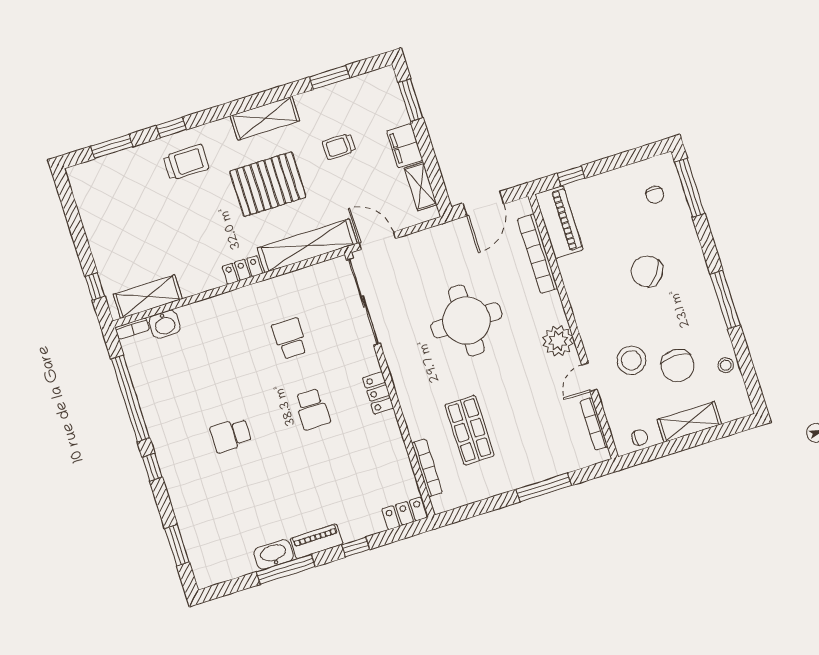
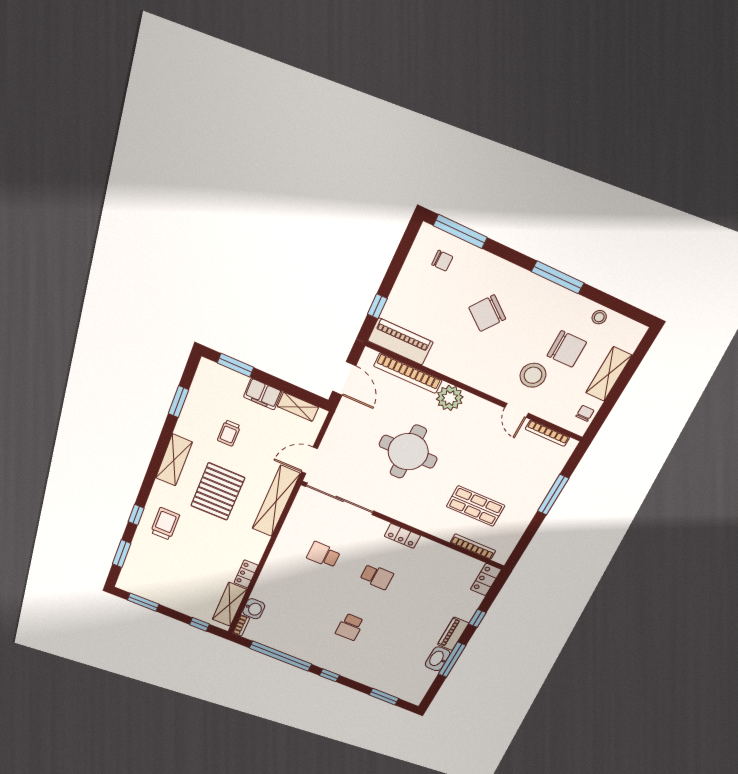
window: (71, 210) -> (143, 602), added
locker: (242, 270) -> (246, 574), moved
plant: (558, 341) -> (450, 398), moved

